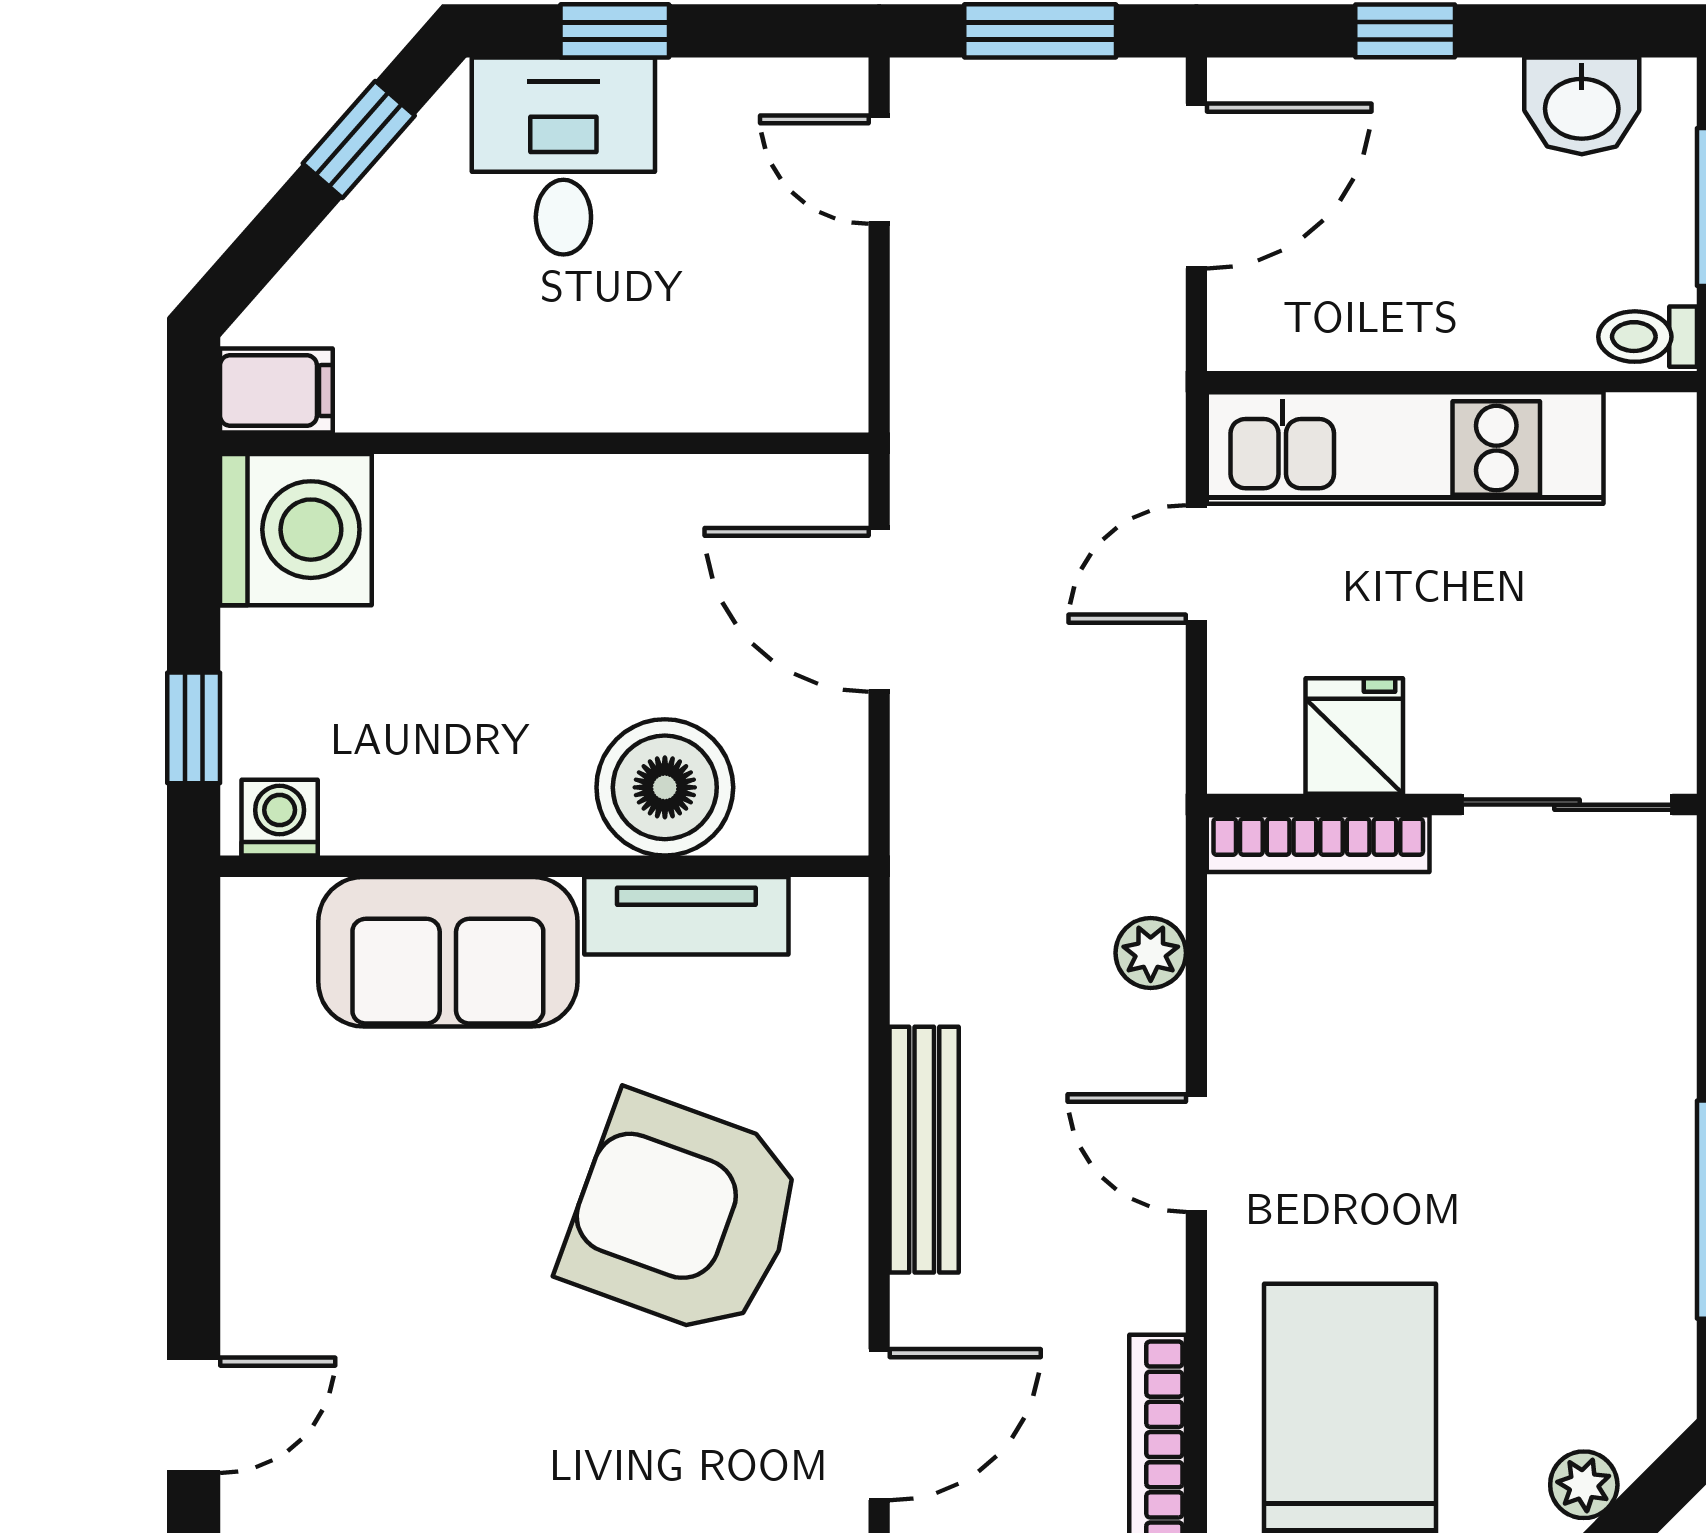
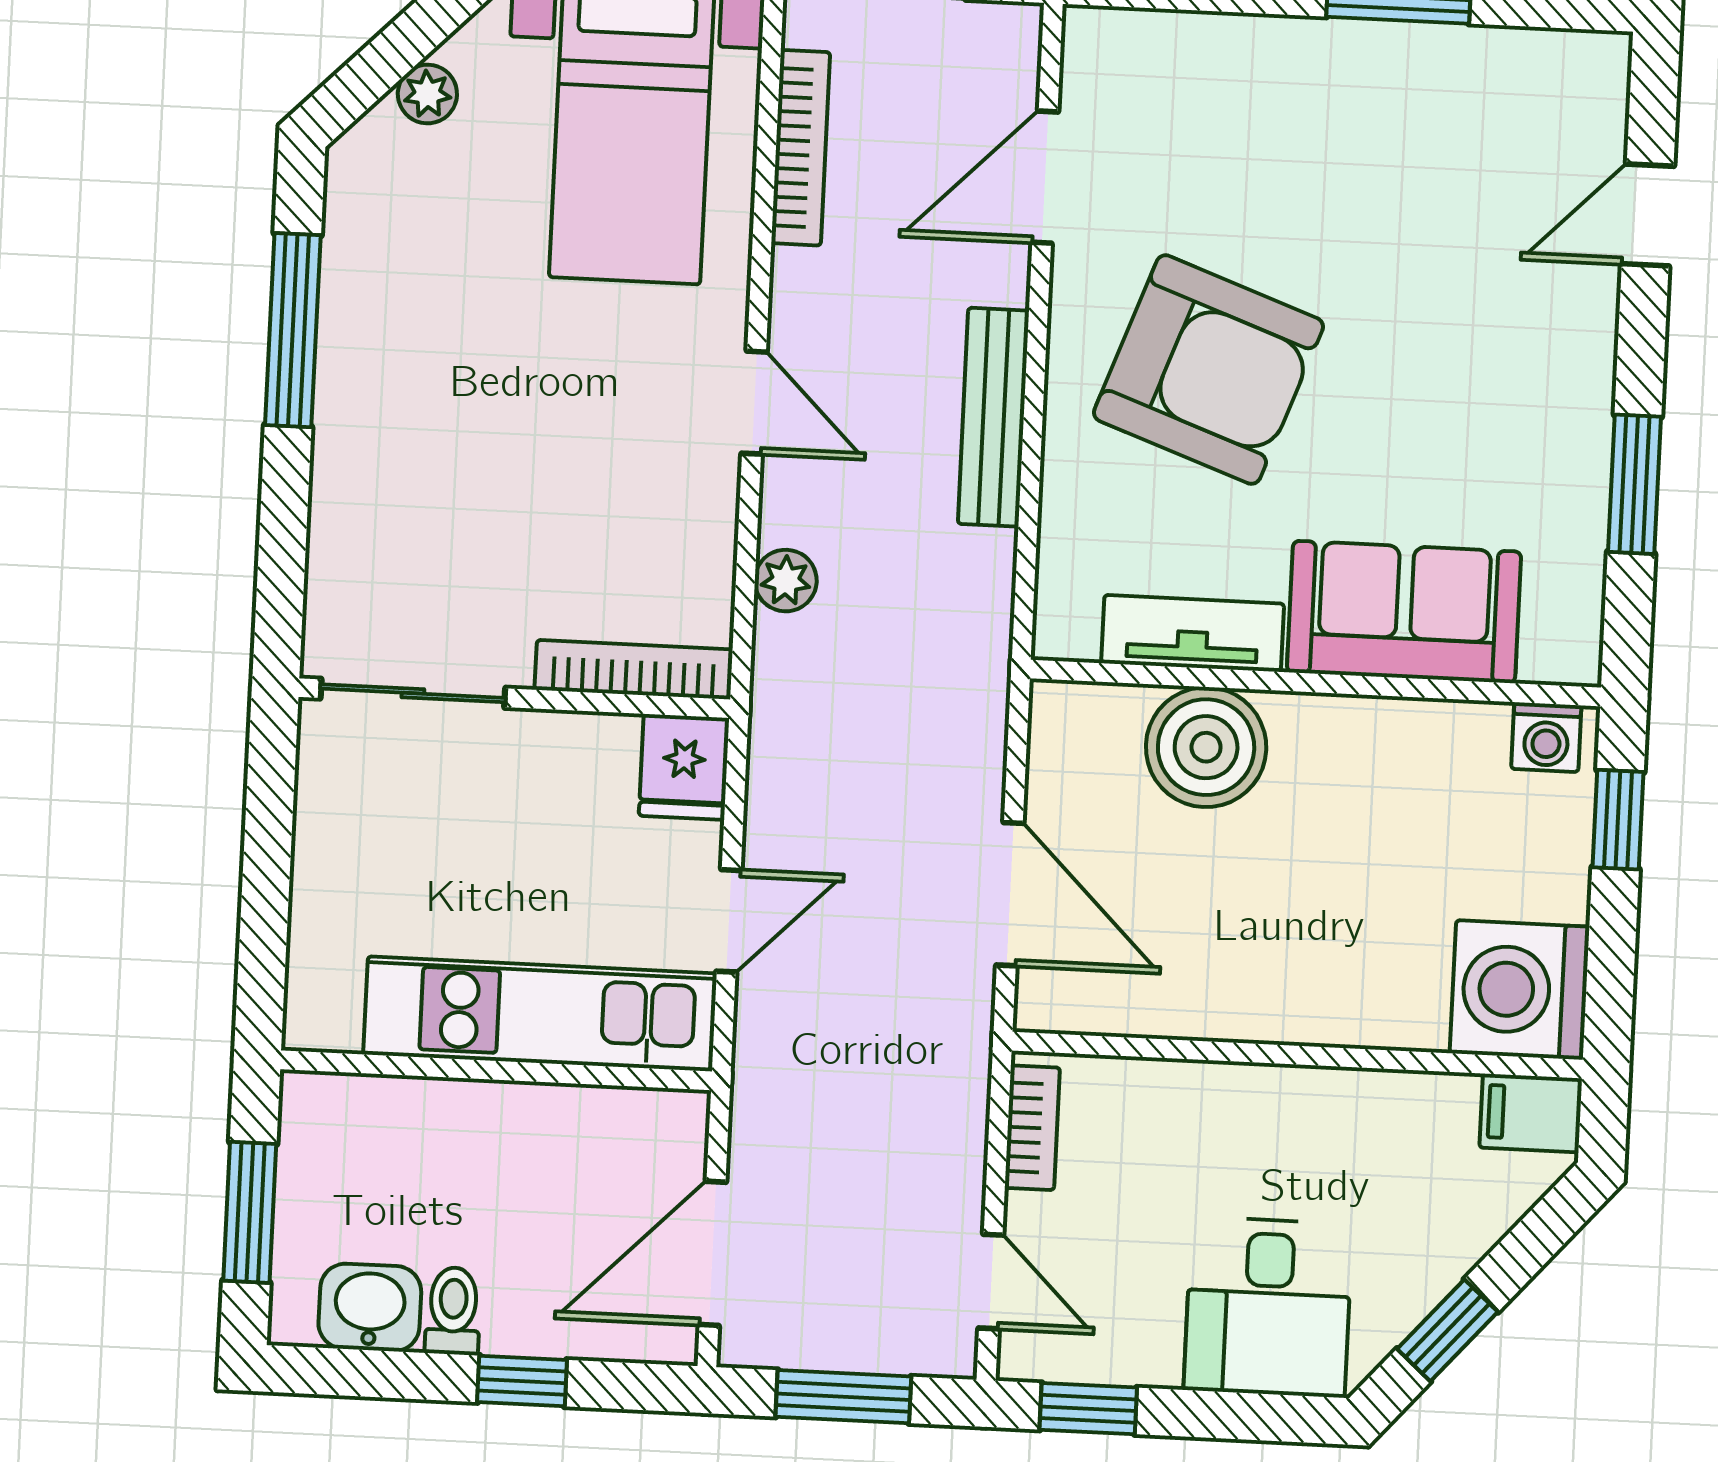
window: (615, 31) -> (1088, 1409), moved
toilet: (1648, 337) -> (453, 1311), moved, turned -90
bookcase: (841, 346) -> (1032, 1128), added
fridge: (1354, 736) -> (684, 767), moved
window: (194, 1109) -> (1634, 484), added

